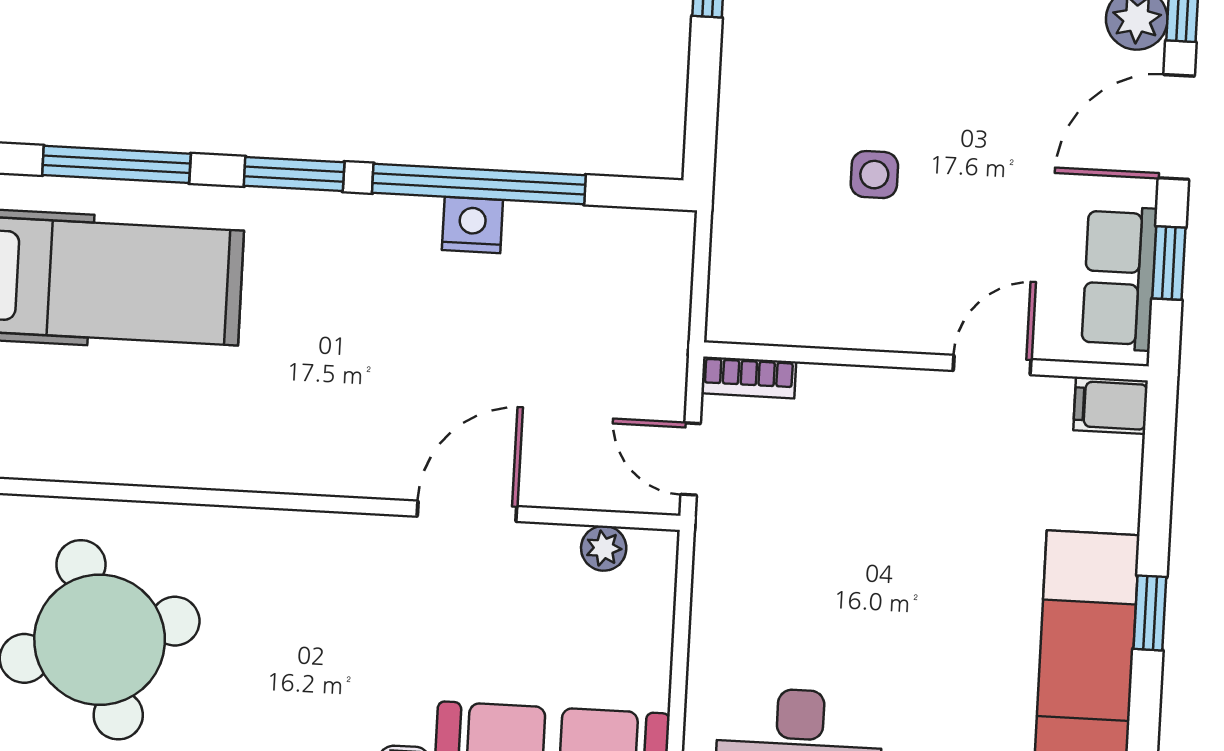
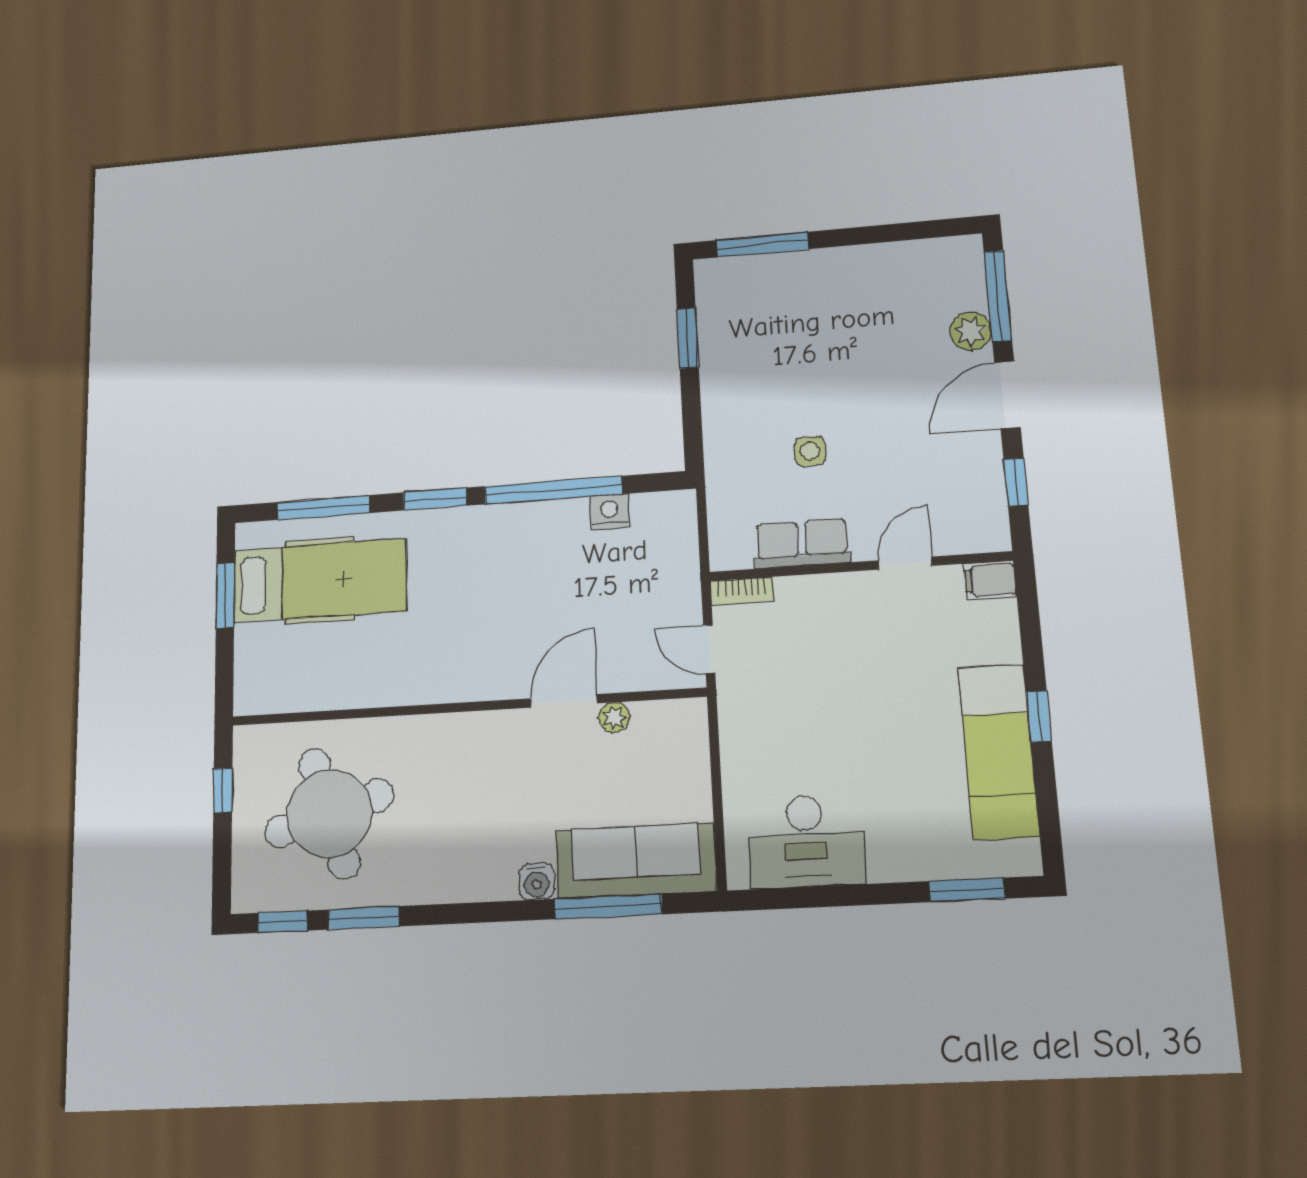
nightstand: (472, 225) -> (610, 512), moved
row of seats: (1119, 278) -> (802, 543), moved, turned 90
plant: (604, 548) -> (614, 718), moved

